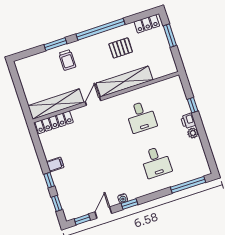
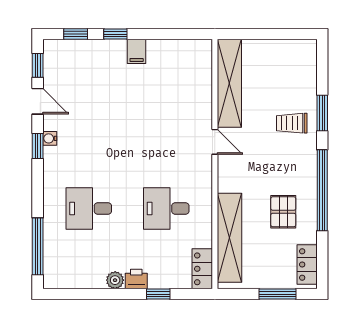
shelving: (124, 81) -> (230, 238), moved
locker: (54, 122) -> (202, 269), moved, width x0.66

